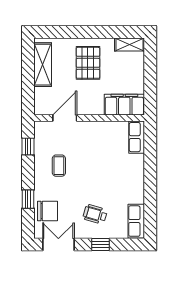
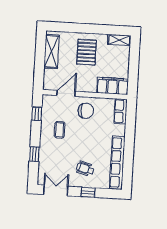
chair: (48, 211) -> (86, 111), moved
row of seats: (136, 221) -> (117, 163), width x2.02

